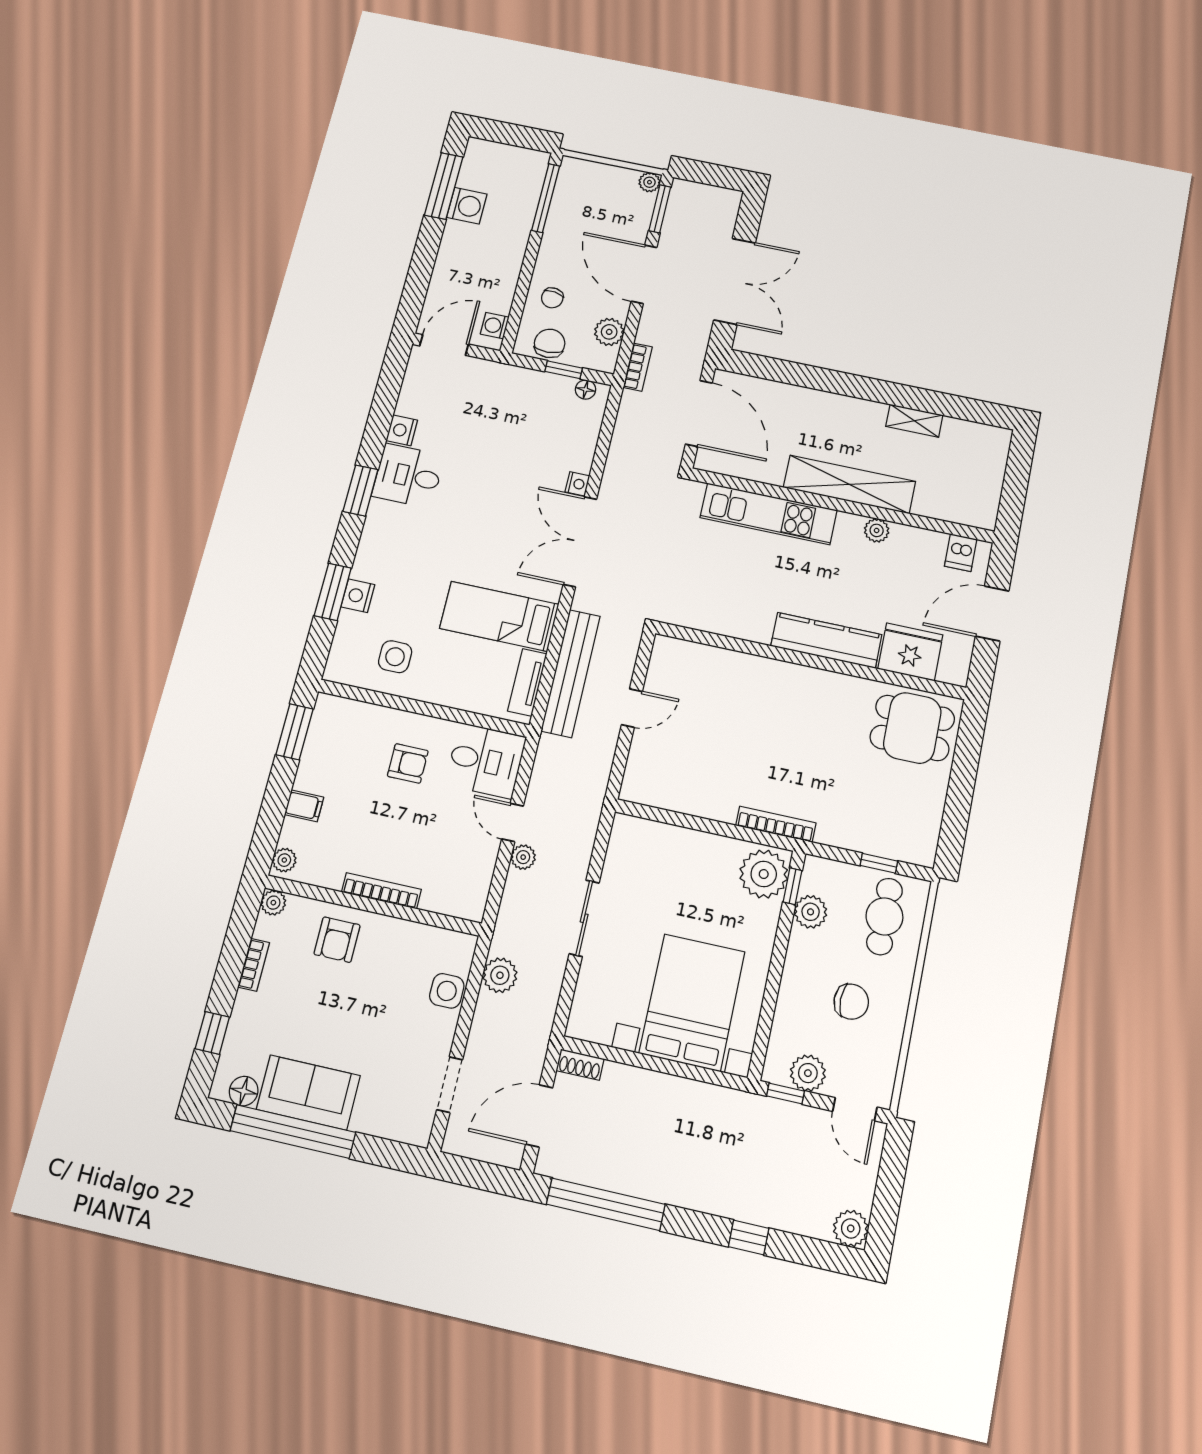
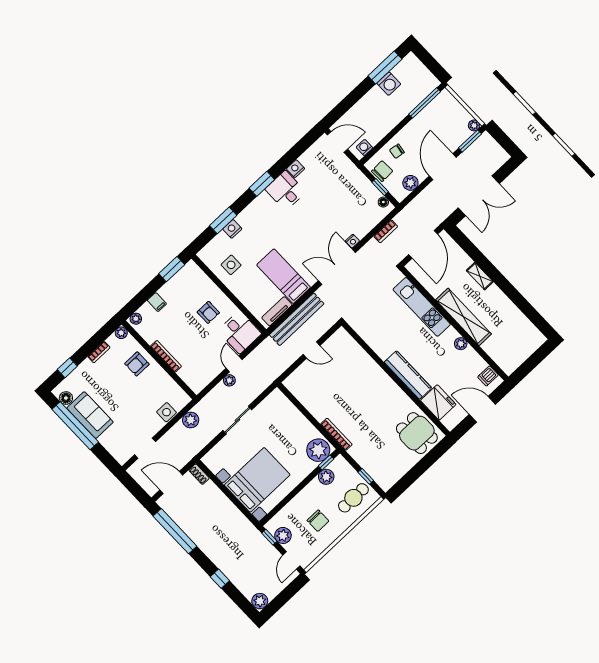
bookcase: (638, 367) -> (386, 231), moved
shelving: (914, 421) -> (480, 276), moved

